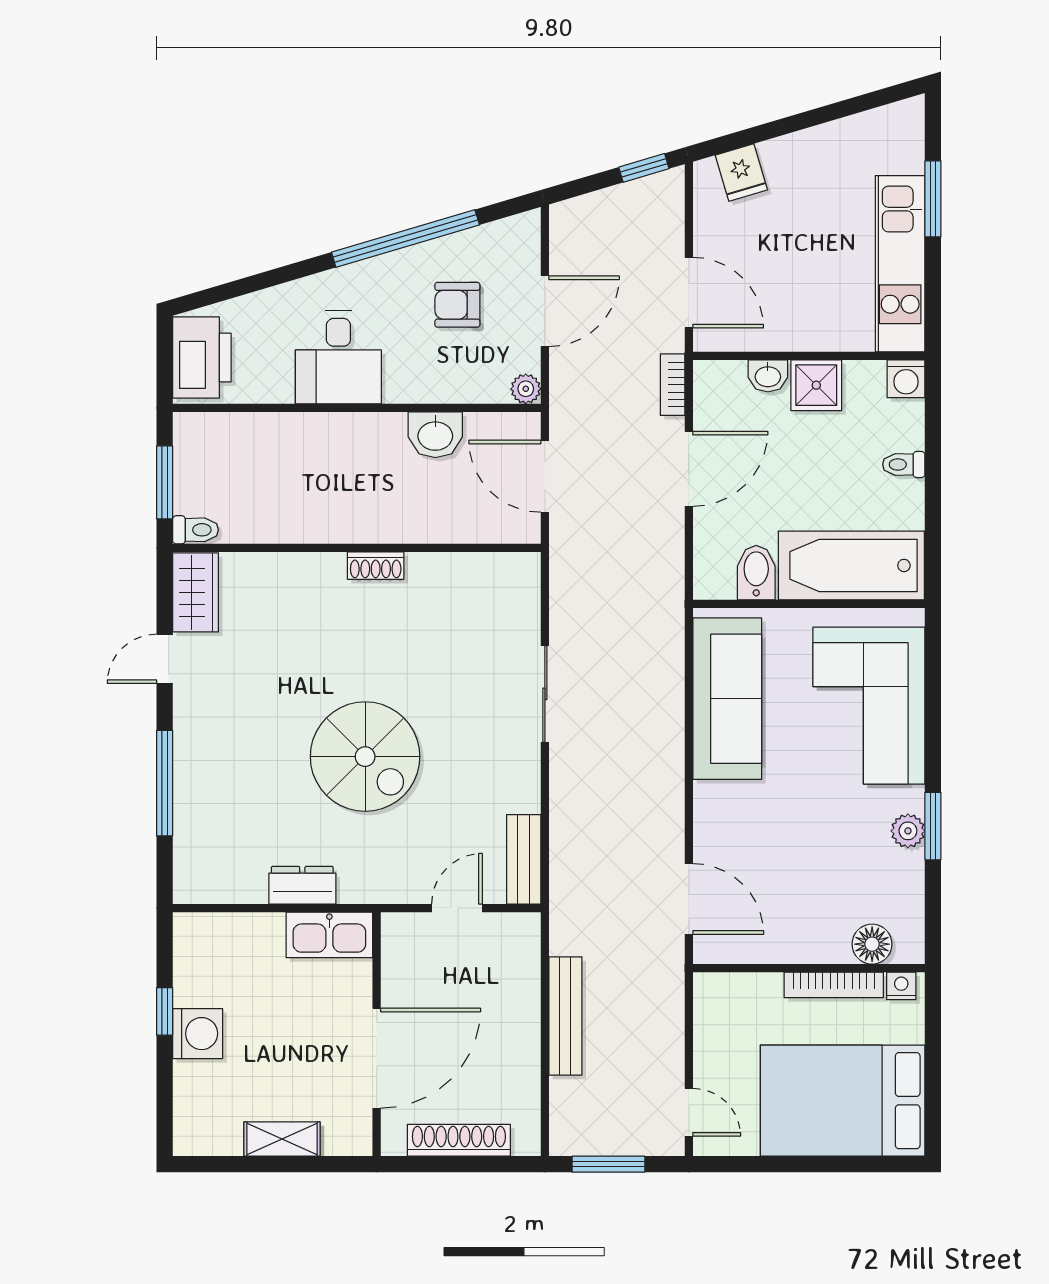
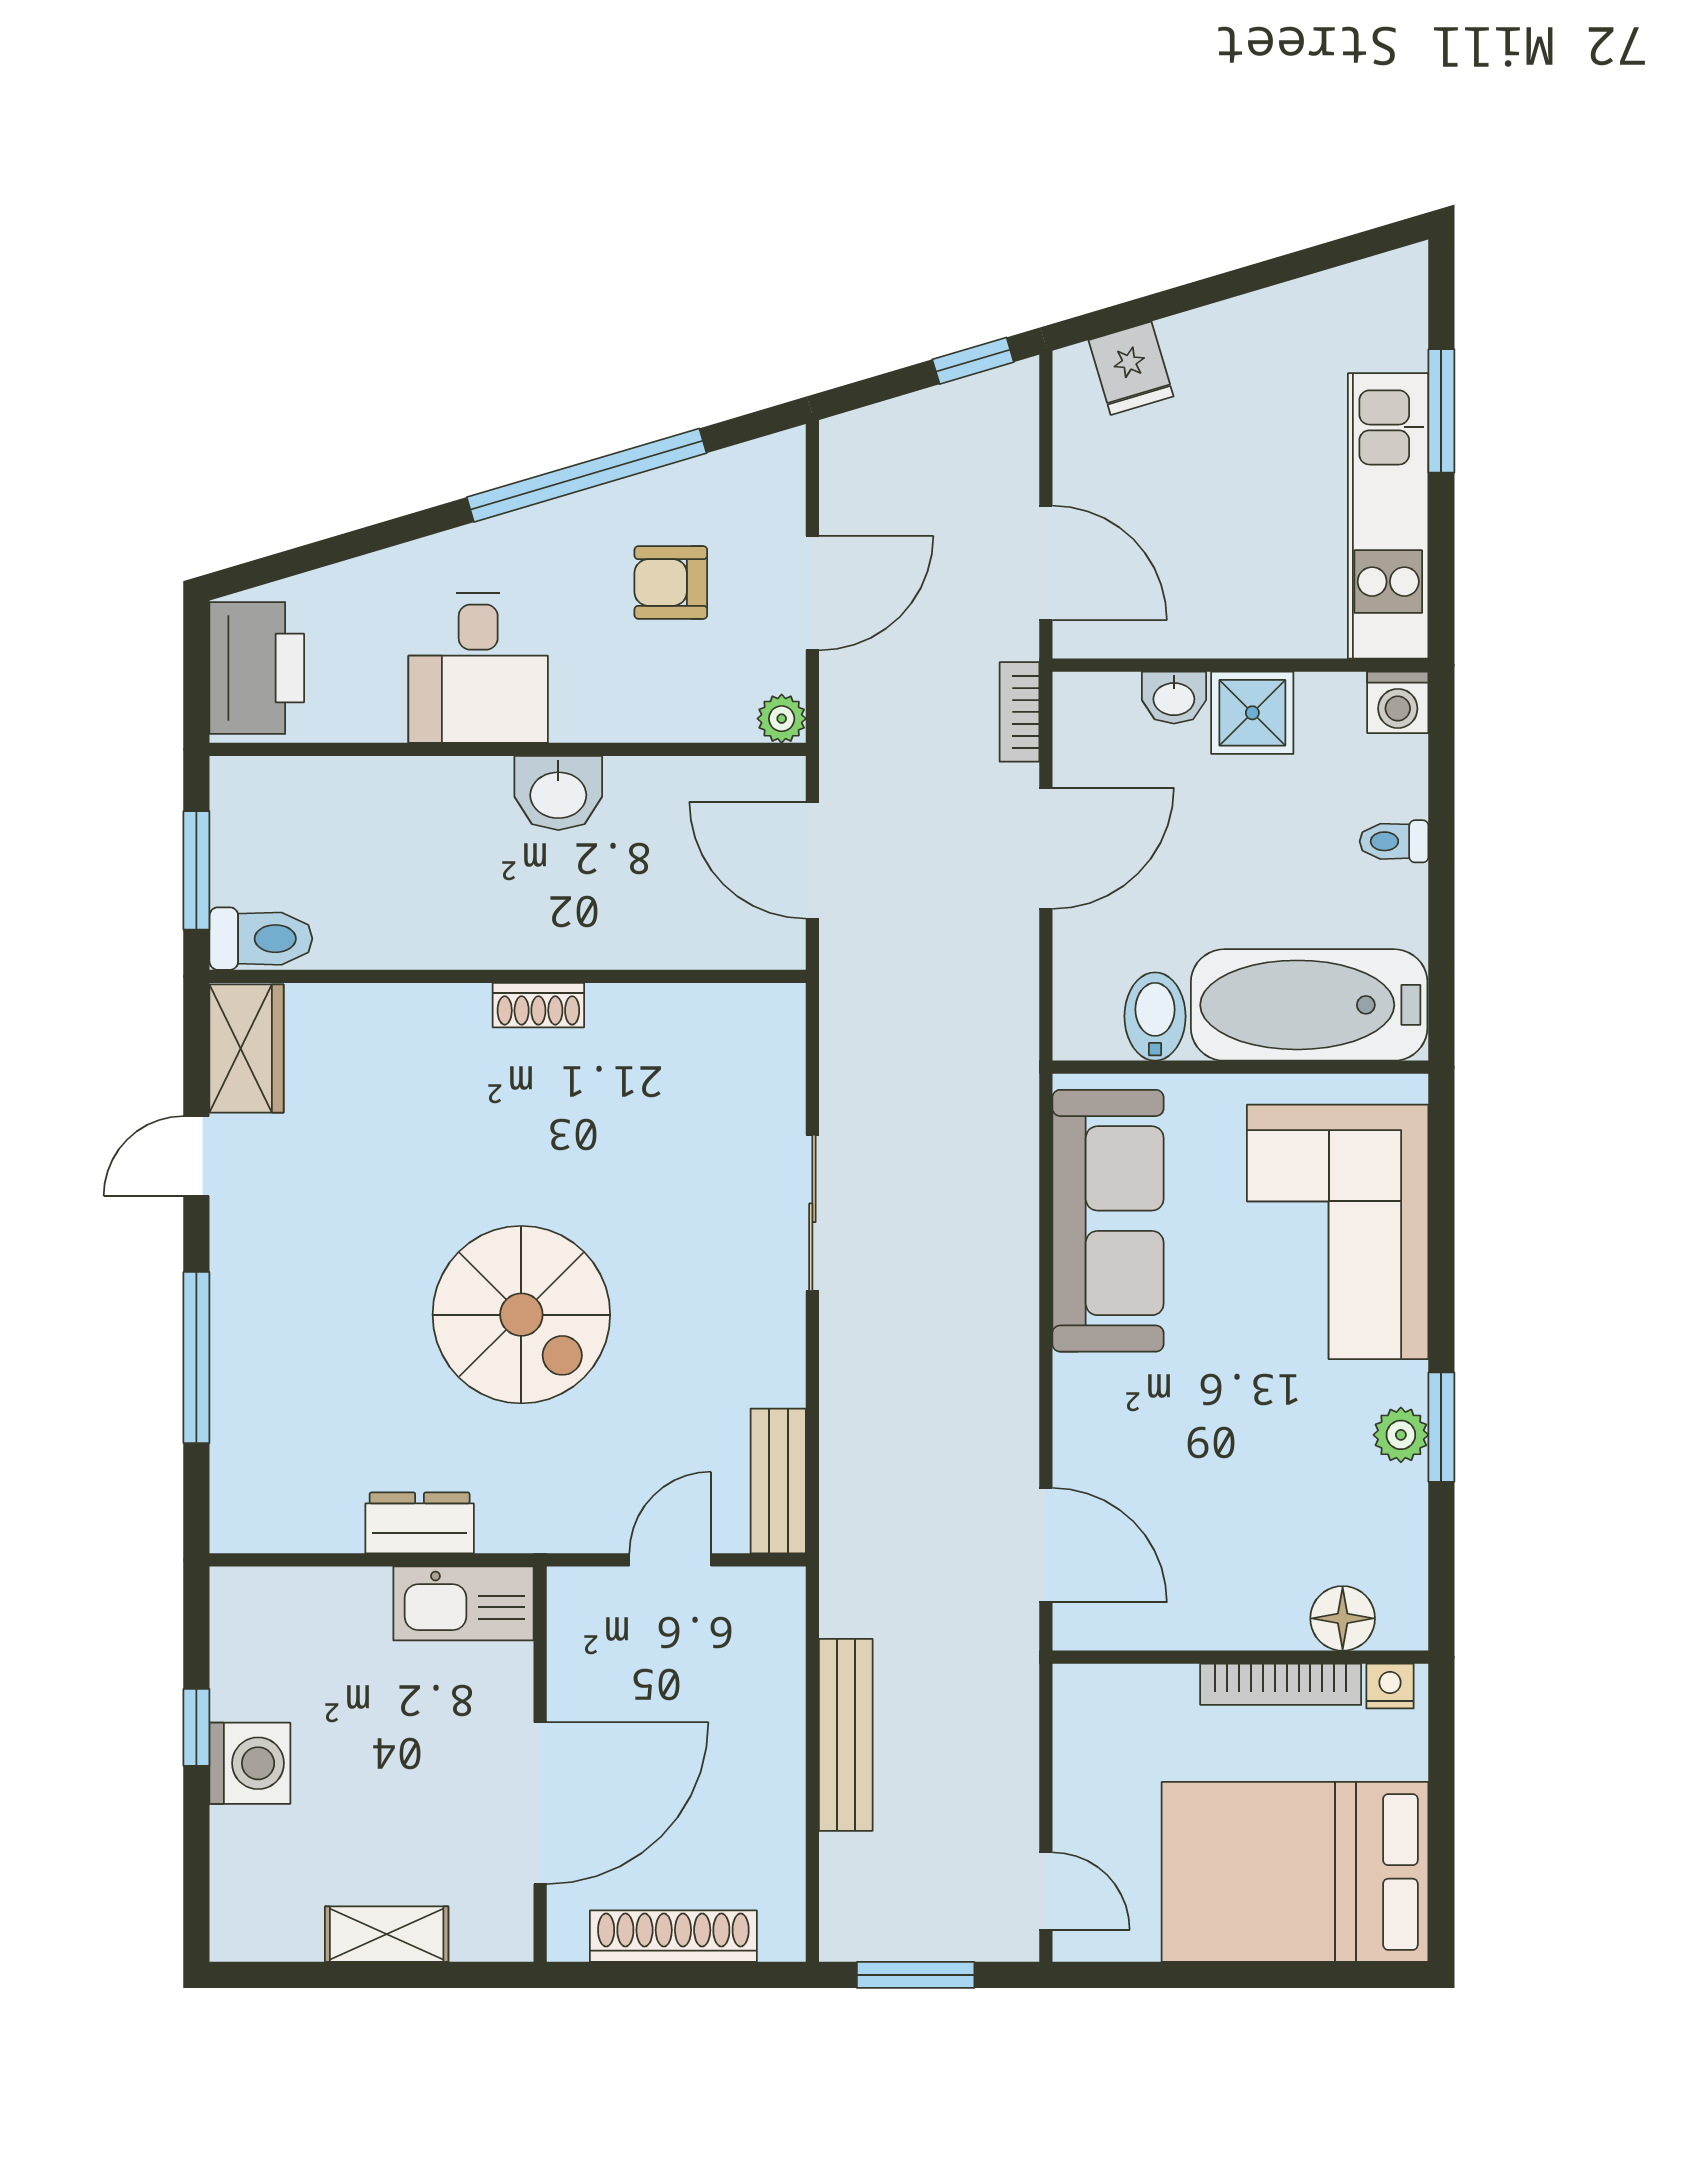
washbasin: (435, 435) -> (558, 793), moved
toilet: (195, 530) -> (261, 939), width x1.37, depth x1.39

